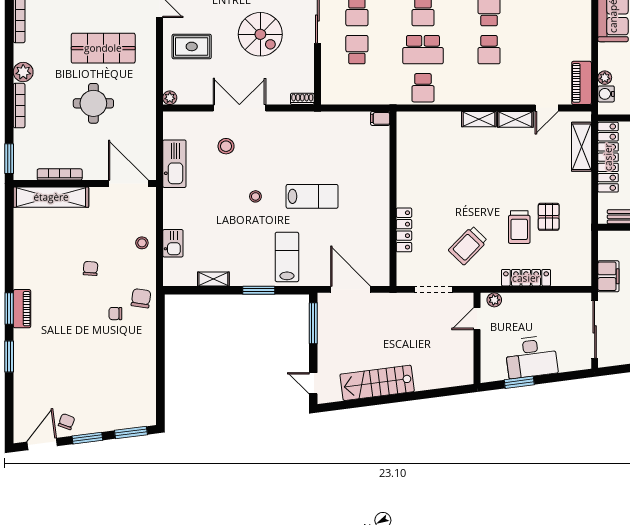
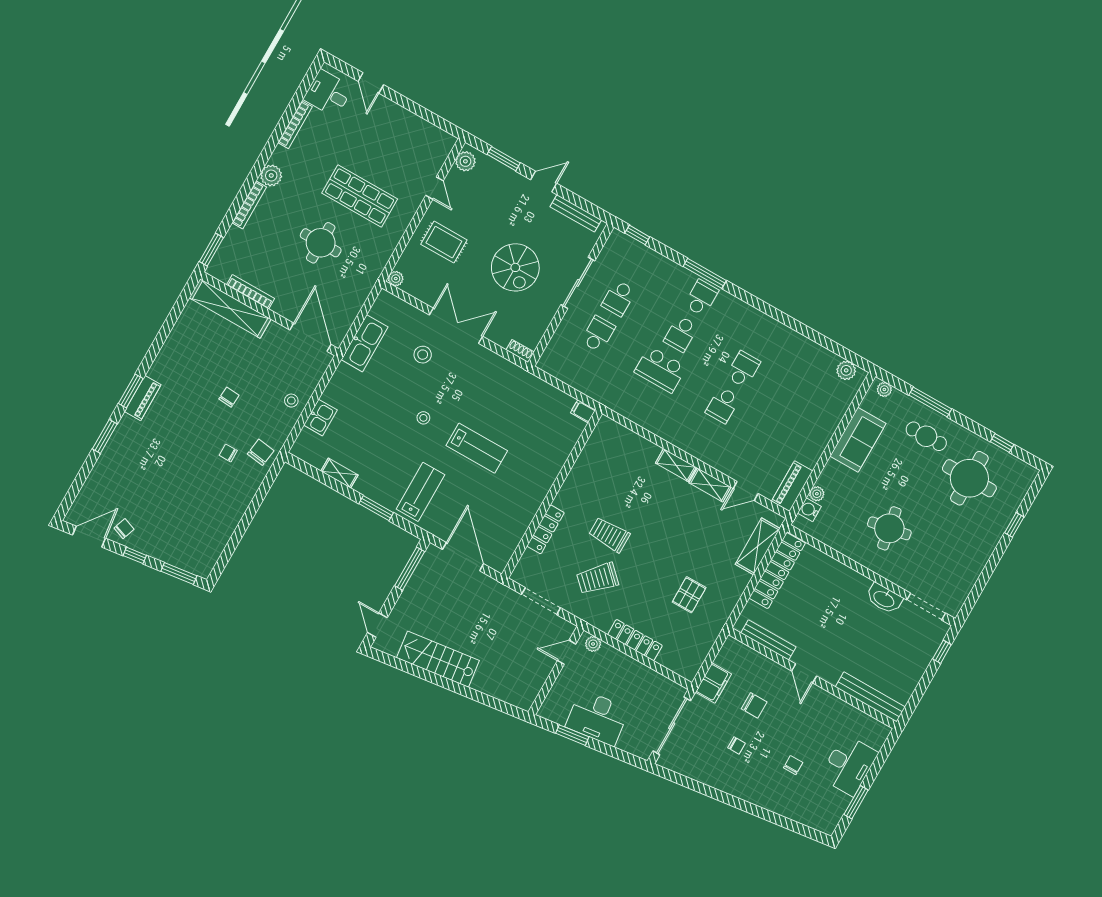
school desk: (423, 88) -> (640, 405), removed
trolley: (519, 227) -> (609, 535), moved, turned 90
window: (87, 438) -> (135, 555), width x0.67

